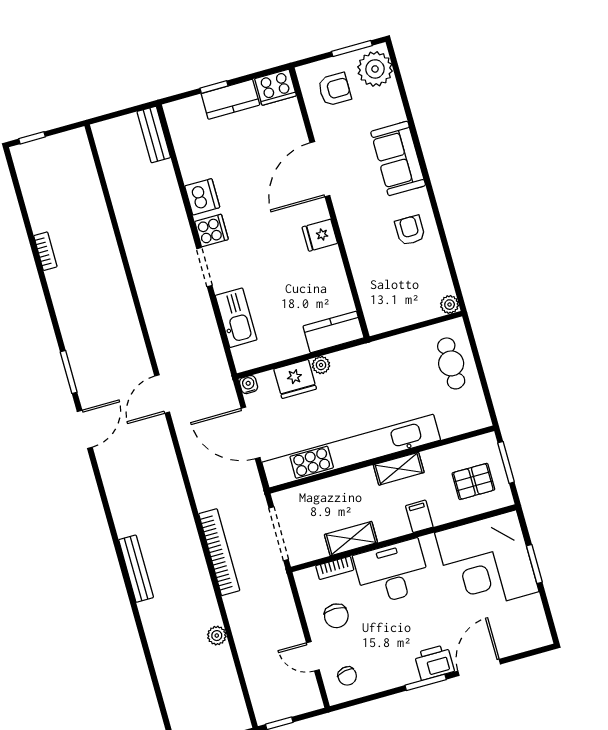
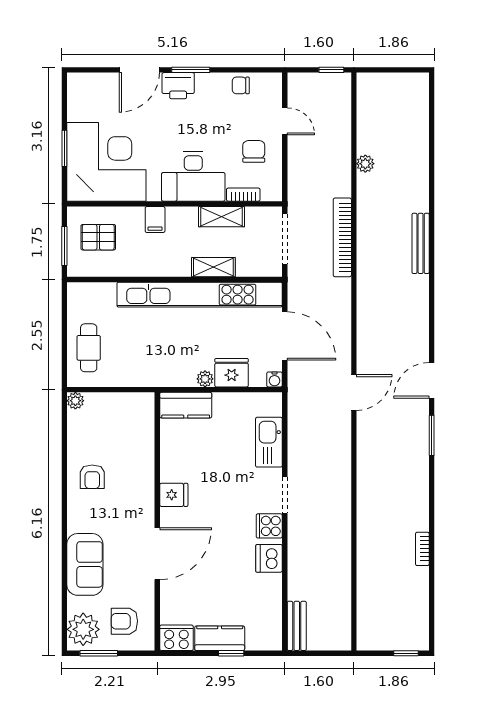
sofa: (398, 158) -> (85, 564), moved
shelving: (399, 469) -> (213, 267), moved
chair: (347, 676) -> (241, 85), moved, turned -79

